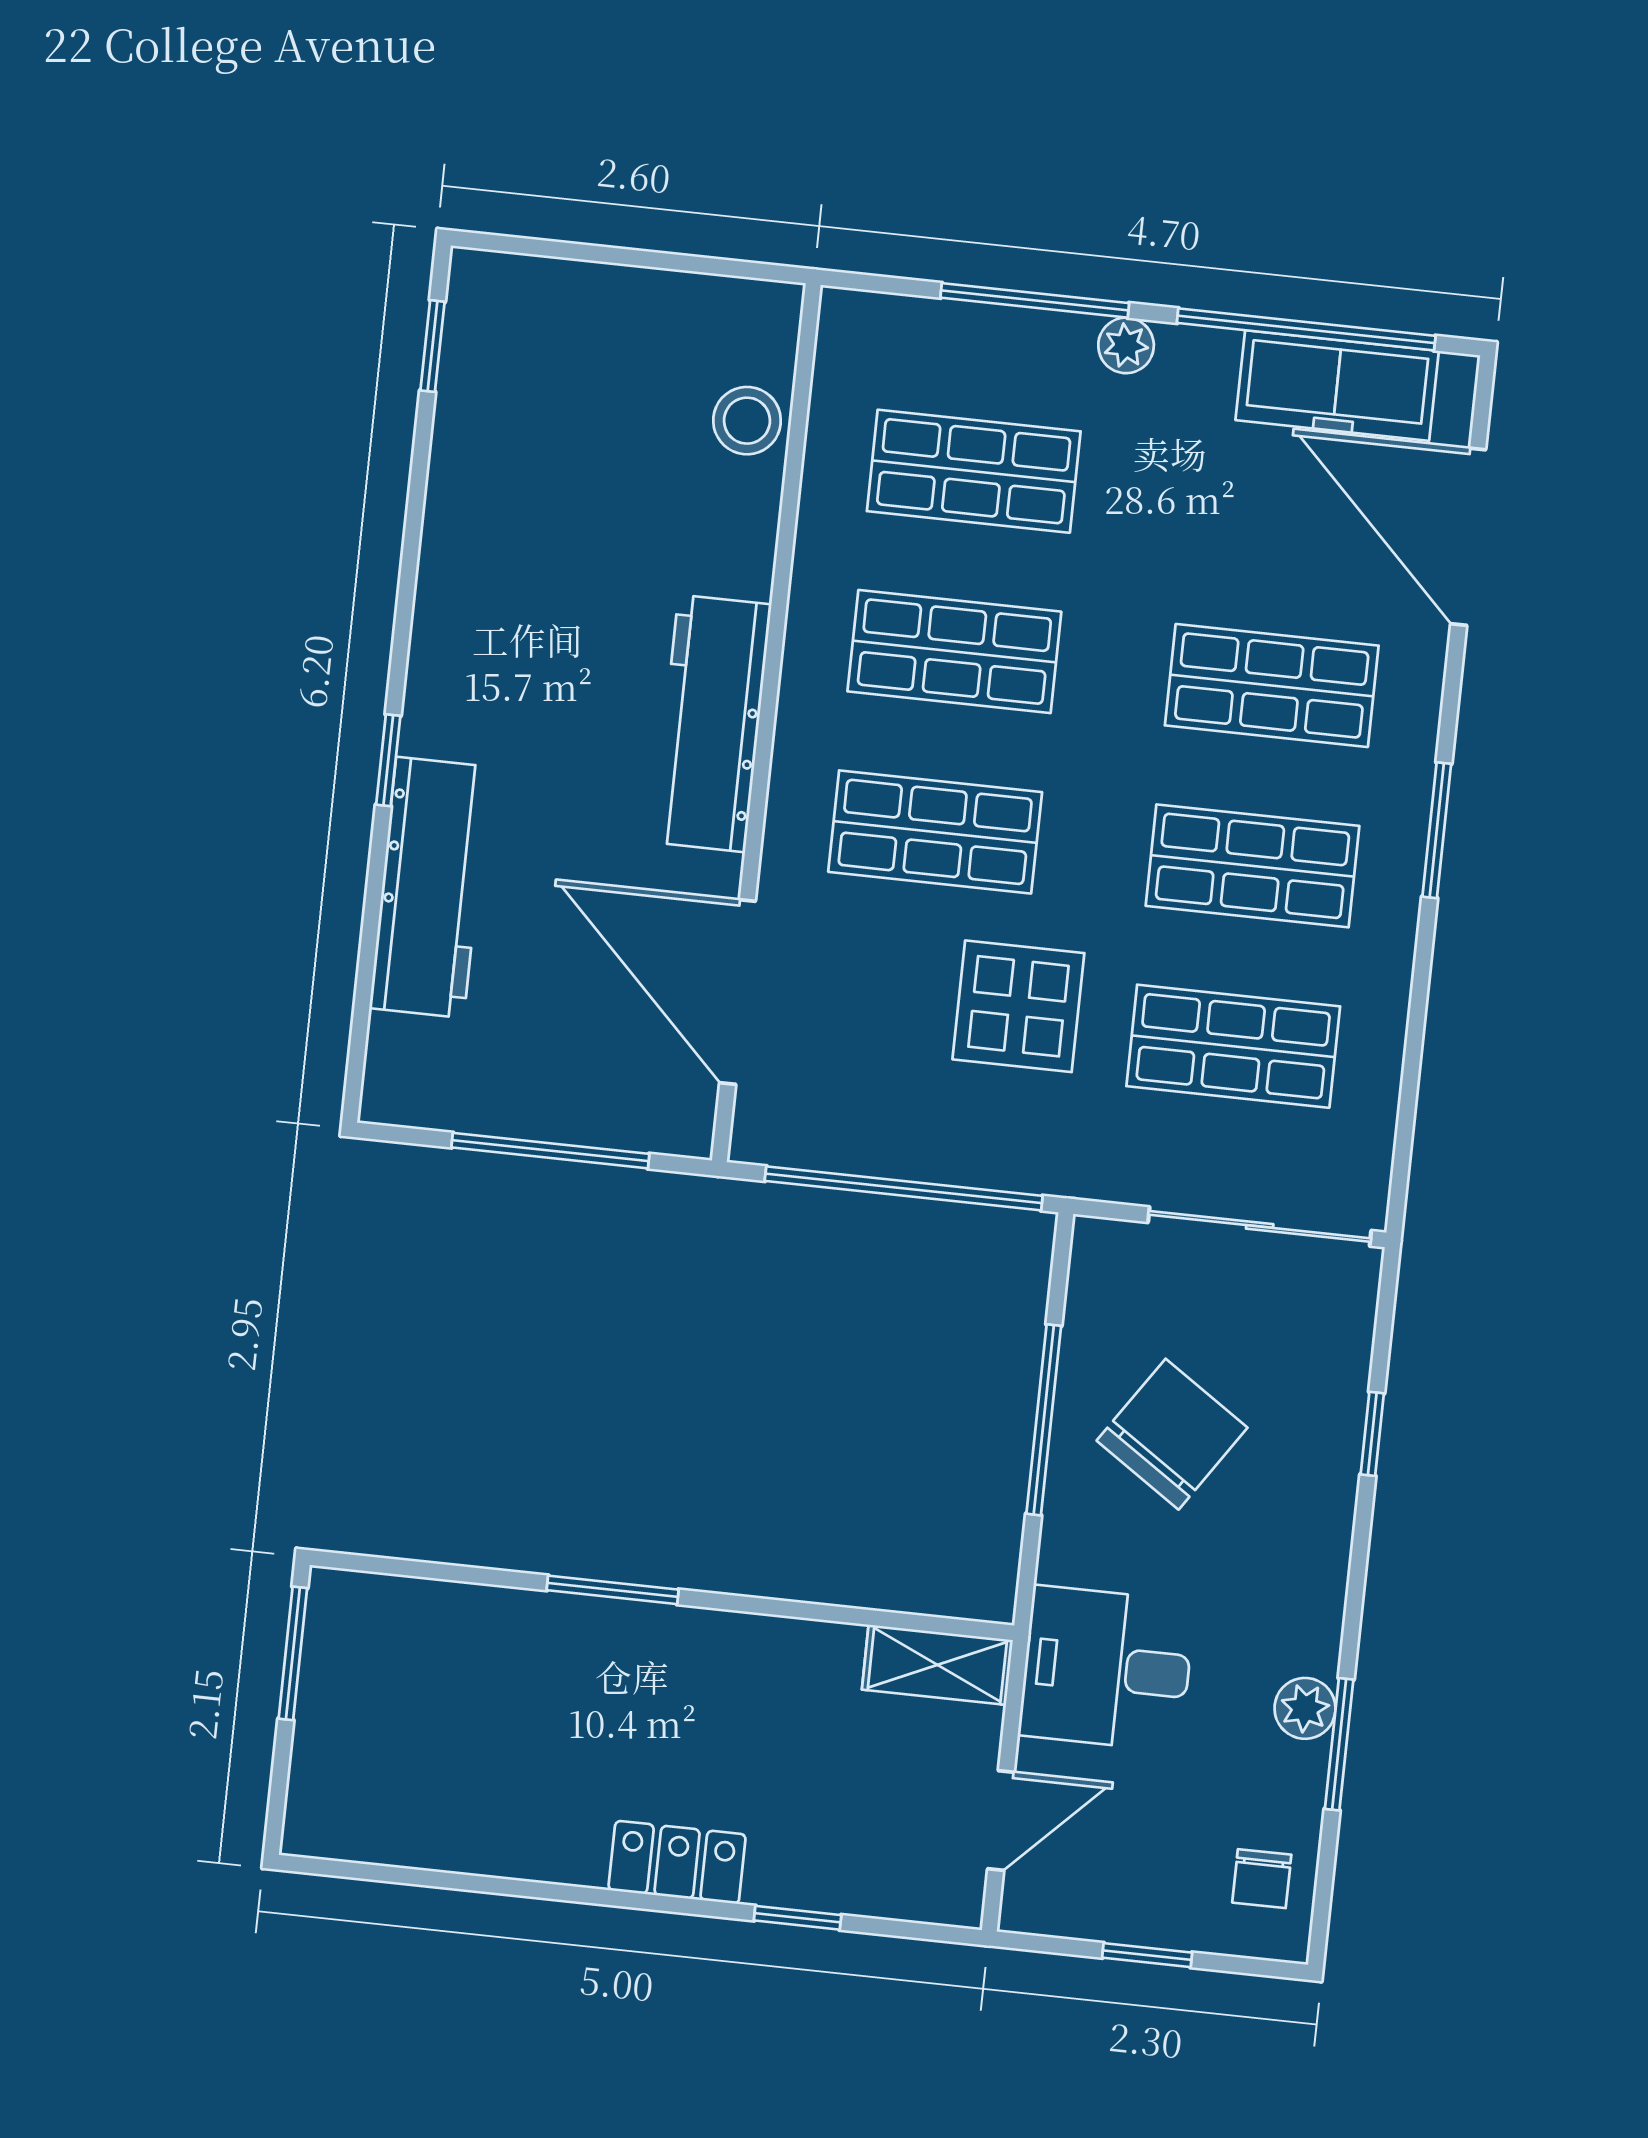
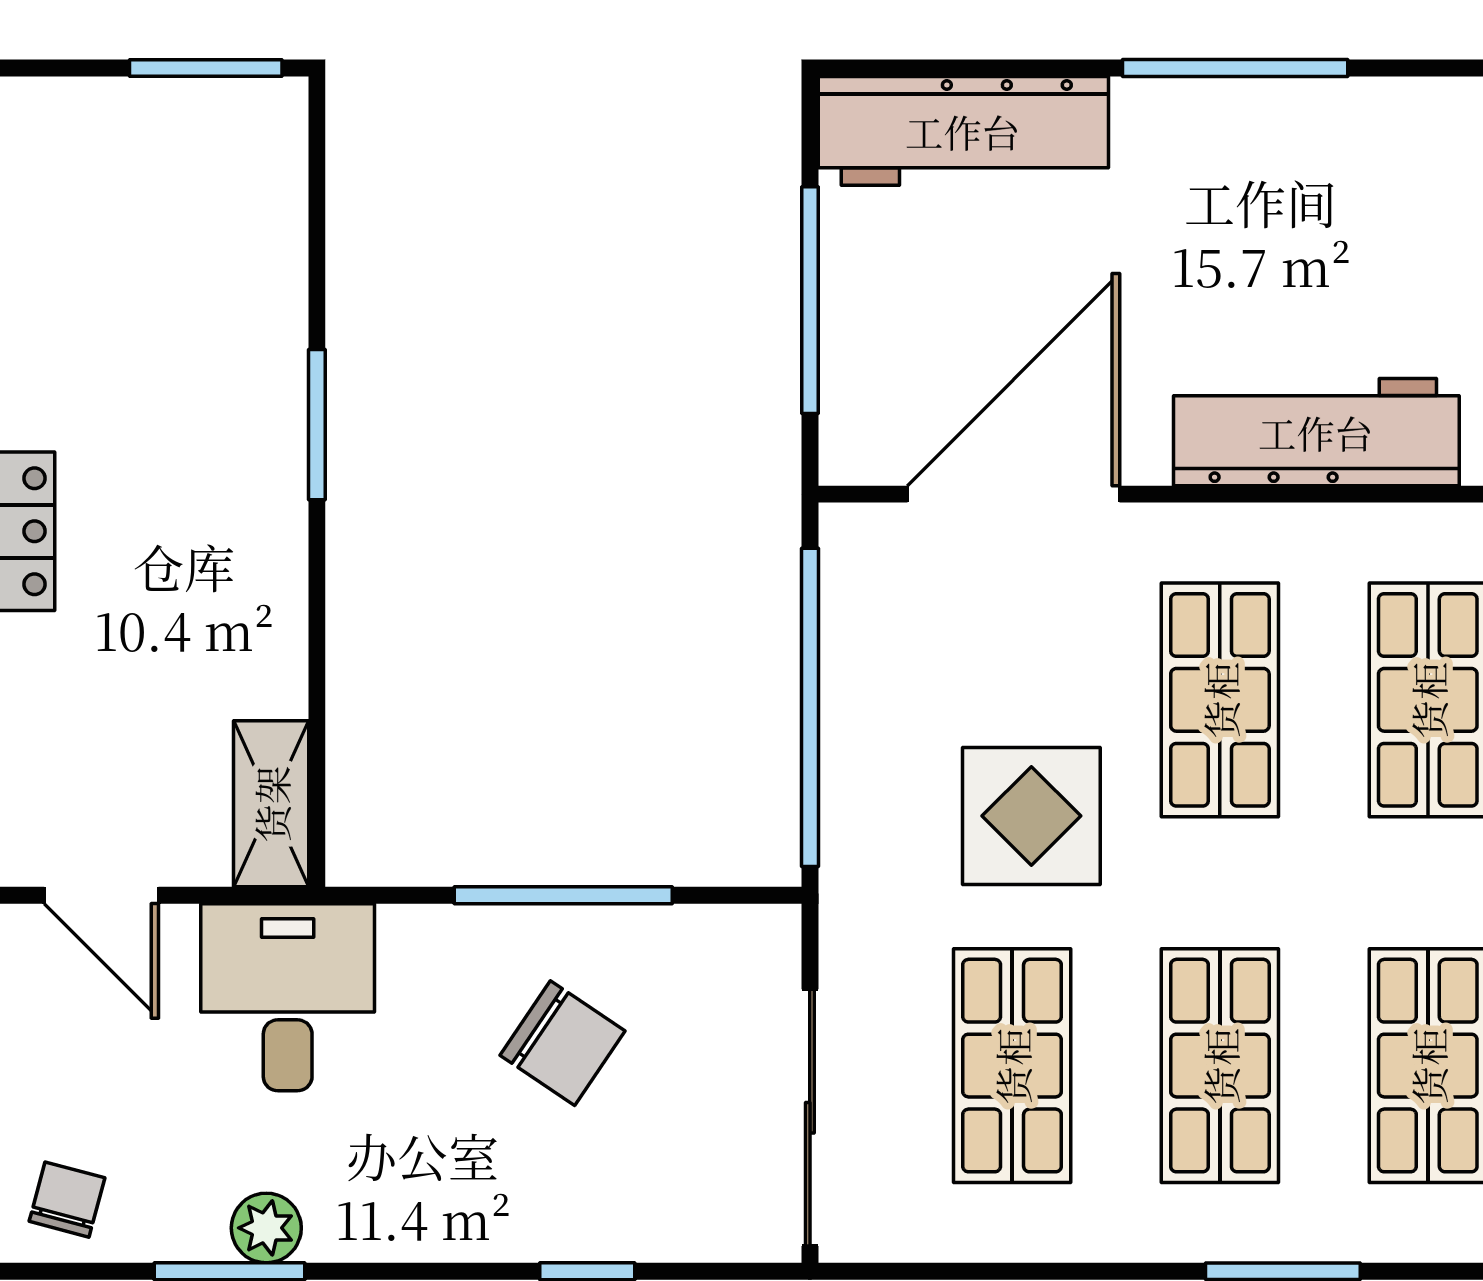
window: (388, 760) -> (1235, 68), width x2.17
workbench: (430, 887) -> (963, 131), moved
chair: (1172, 1434) -> (562, 1043), width x0.73, depth x0.73
chair: (1262, 1879) -> (67, 1200), turned 105

